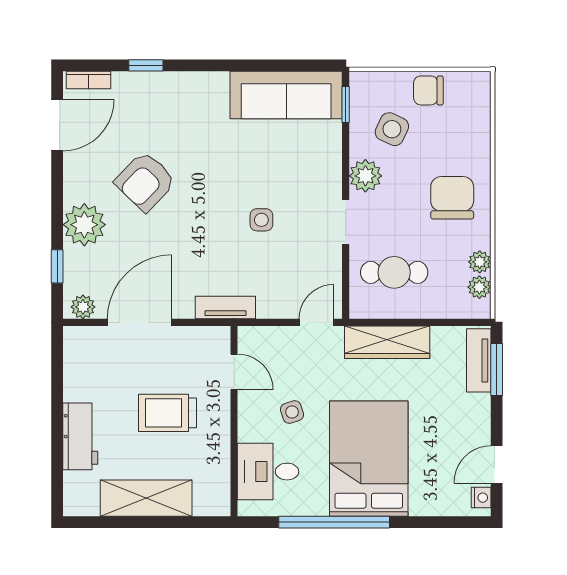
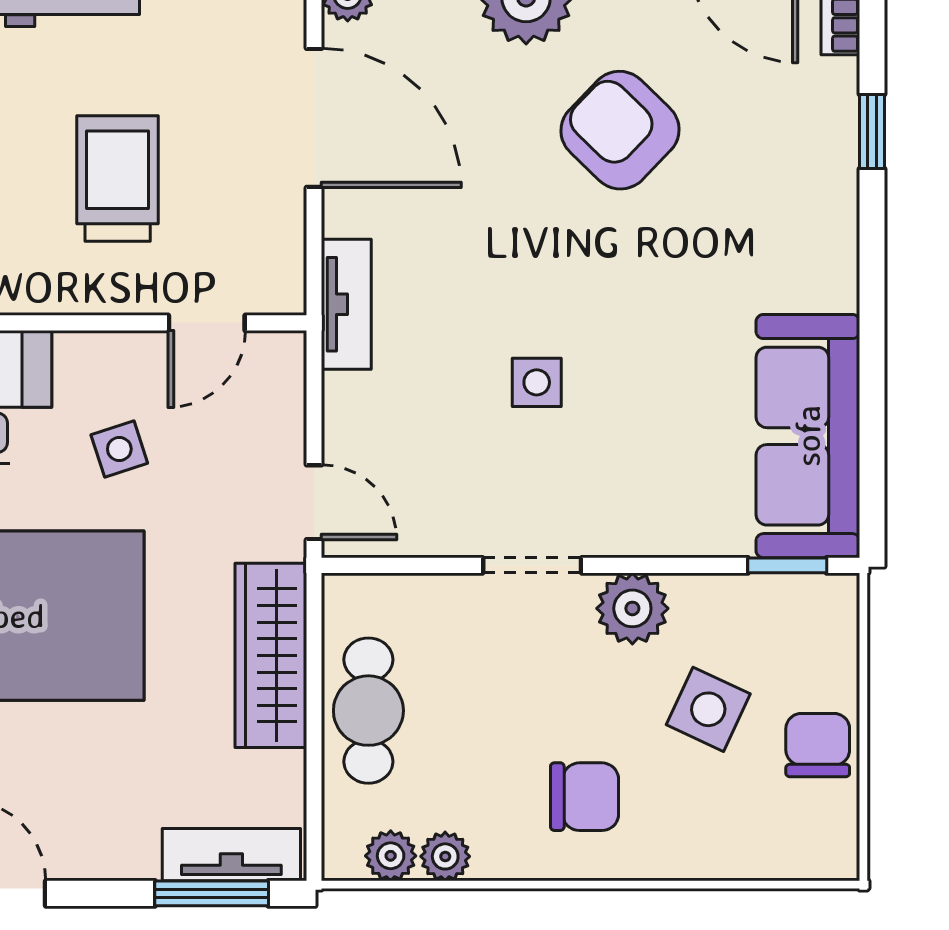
side table: (392, 129) -> (708, 709), moved
chair: (452, 198) -> (584, 797), width x0.73, depth x0.73
cafe table: (394, 272) -> (368, 711), moved

